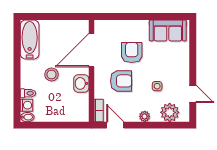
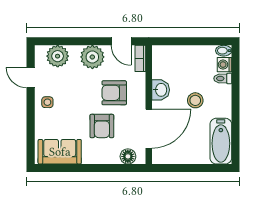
floor lamp: (109, 26) -> (128, 156), added
side table: (157, 86) -> (47, 102), moved
plant: (145, 116) -> (92, 57), width x1.87, depth x1.87

